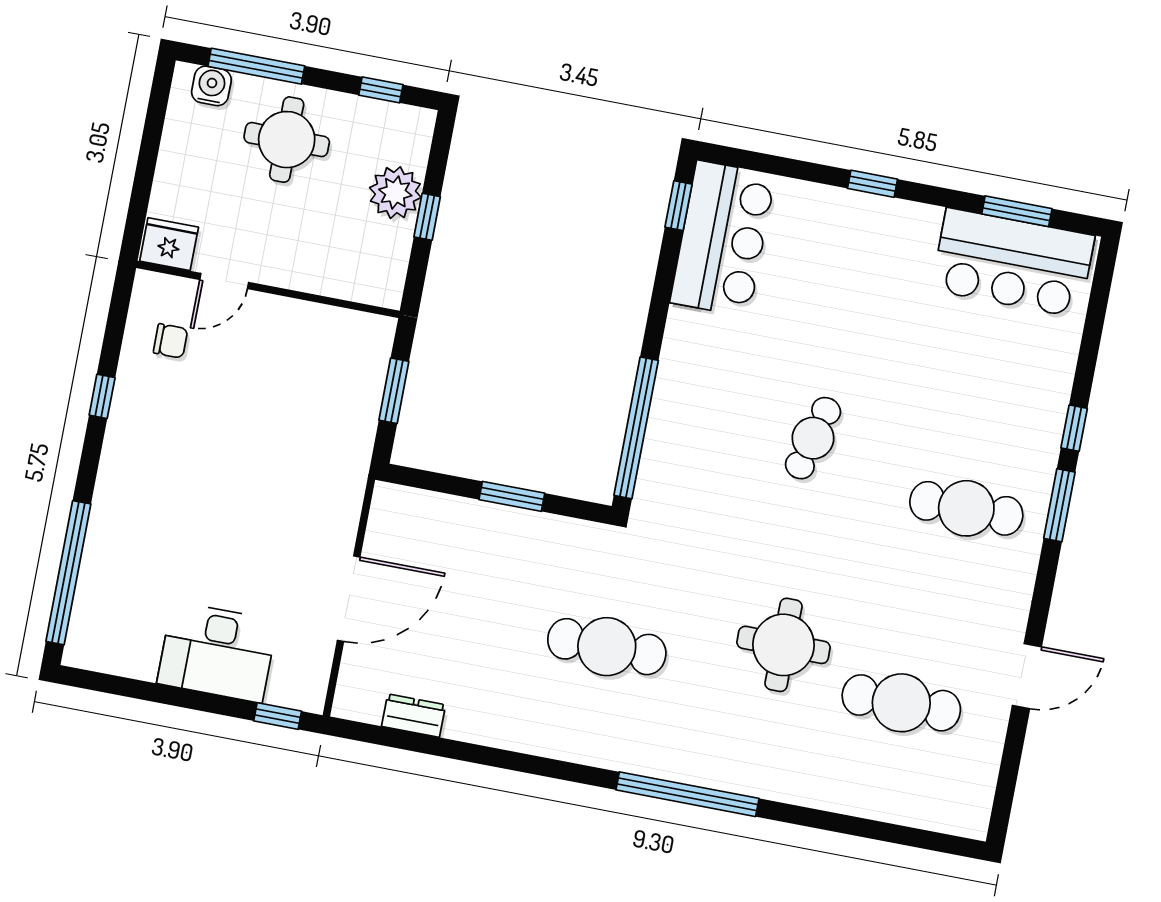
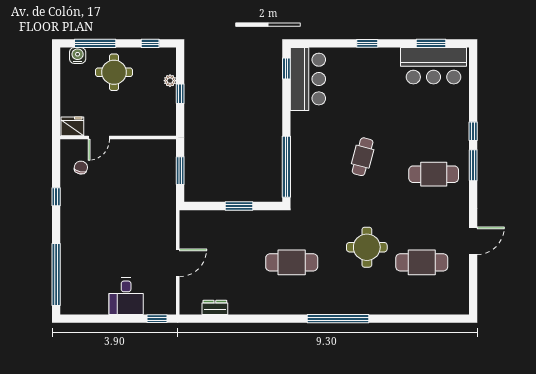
plant: (395, 193) -> (170, 81), width x0.53, depth x0.53
chair: (171, 341) -> (81, 168), turned -77
door: (349, 599) -> (178, 263), width x0.73
desk: (217, 652) -> (126, 296), width x0.73

